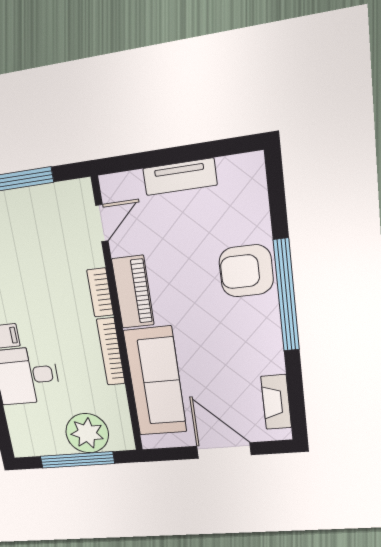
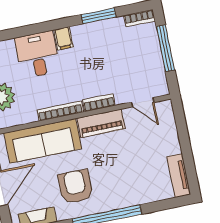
tv unit: (180, 177) -> (179, 176), moved
armchair: (246, 271) -> (75, 187), moved

